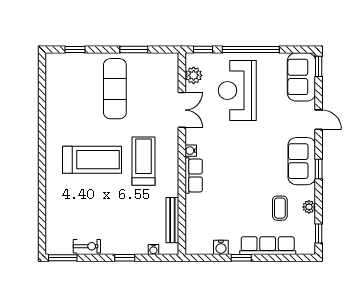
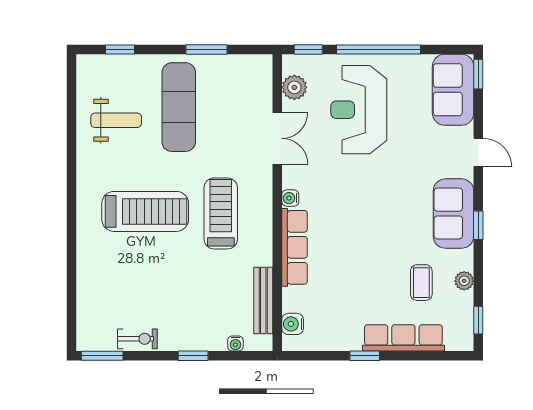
weight bench: (72, 98) -> (116, 120), added
row of seats: (194, 176) -> (295, 247), width x1.48
water cooler: (221, 247) -> (293, 324), moved, turned 90

